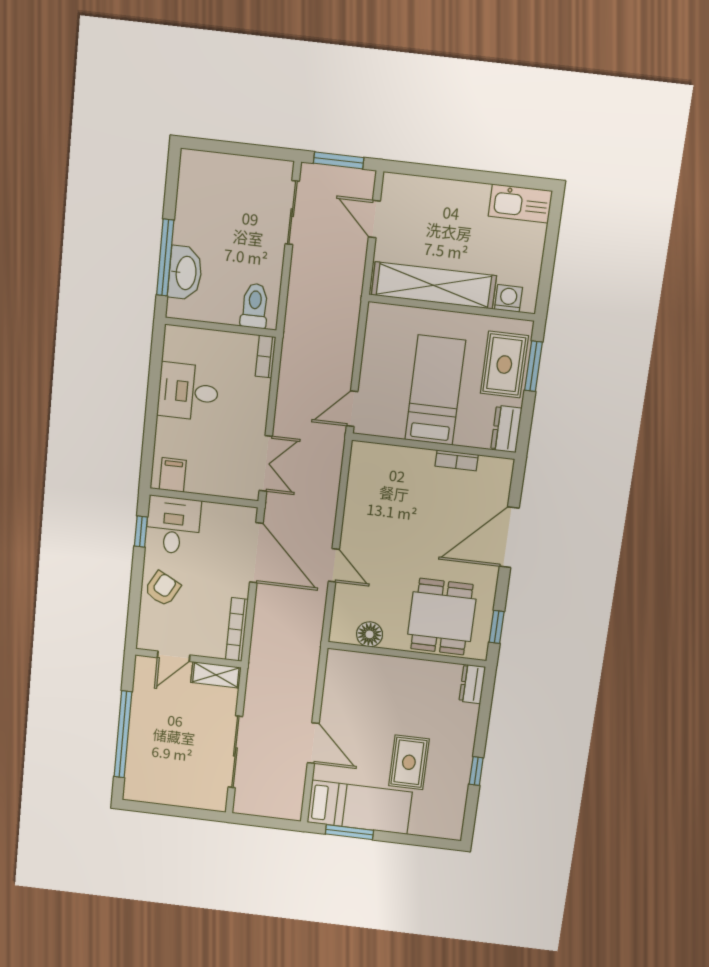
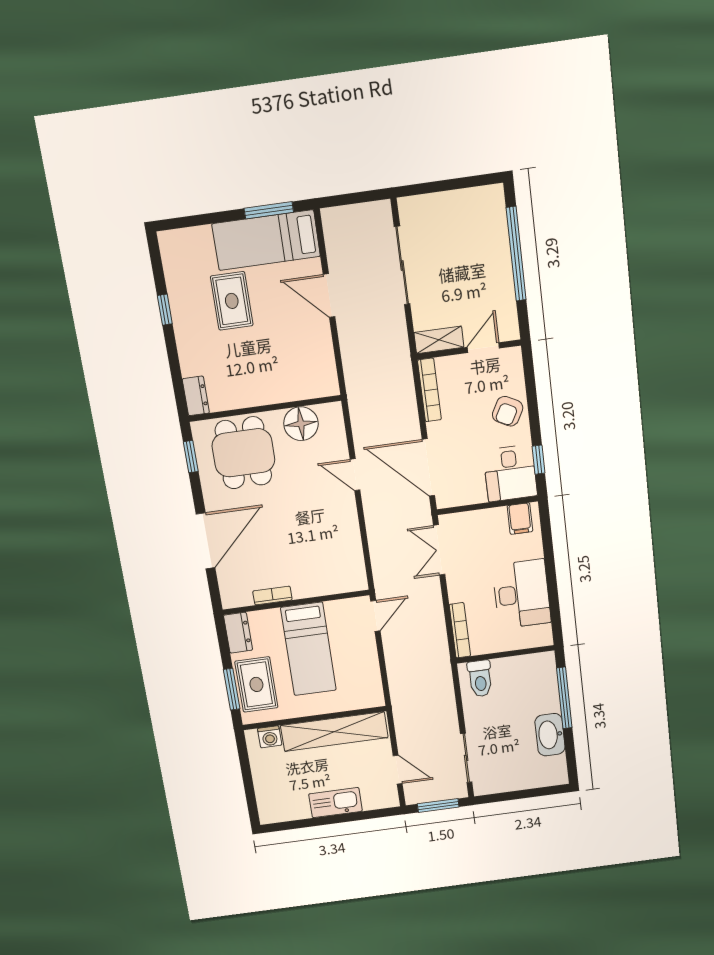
kitchen sink: (520, 203) -> (335, 803), moved
washbasin: (185, 273) -> (550, 735), moved
bookcase: (266, 357) -> (460, 630), width x1.56
desk: (188, 392) -> (522, 594), width x1.37
floor lamp: (370, 634) -> (301, 424), width x1.38, depth x1.38

